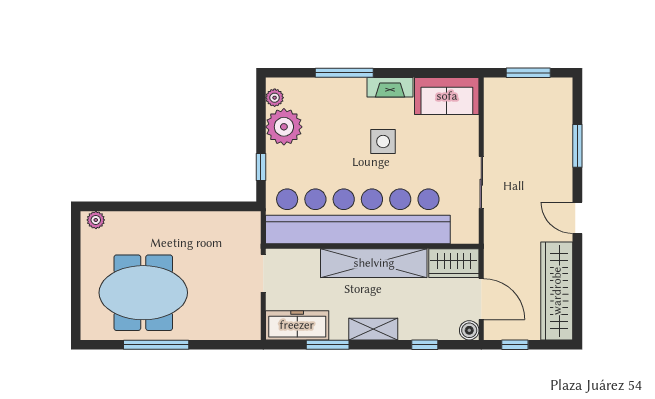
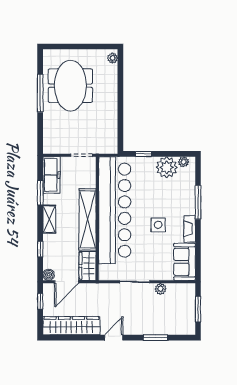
plant: (493, 137) -> (161, 289), added

